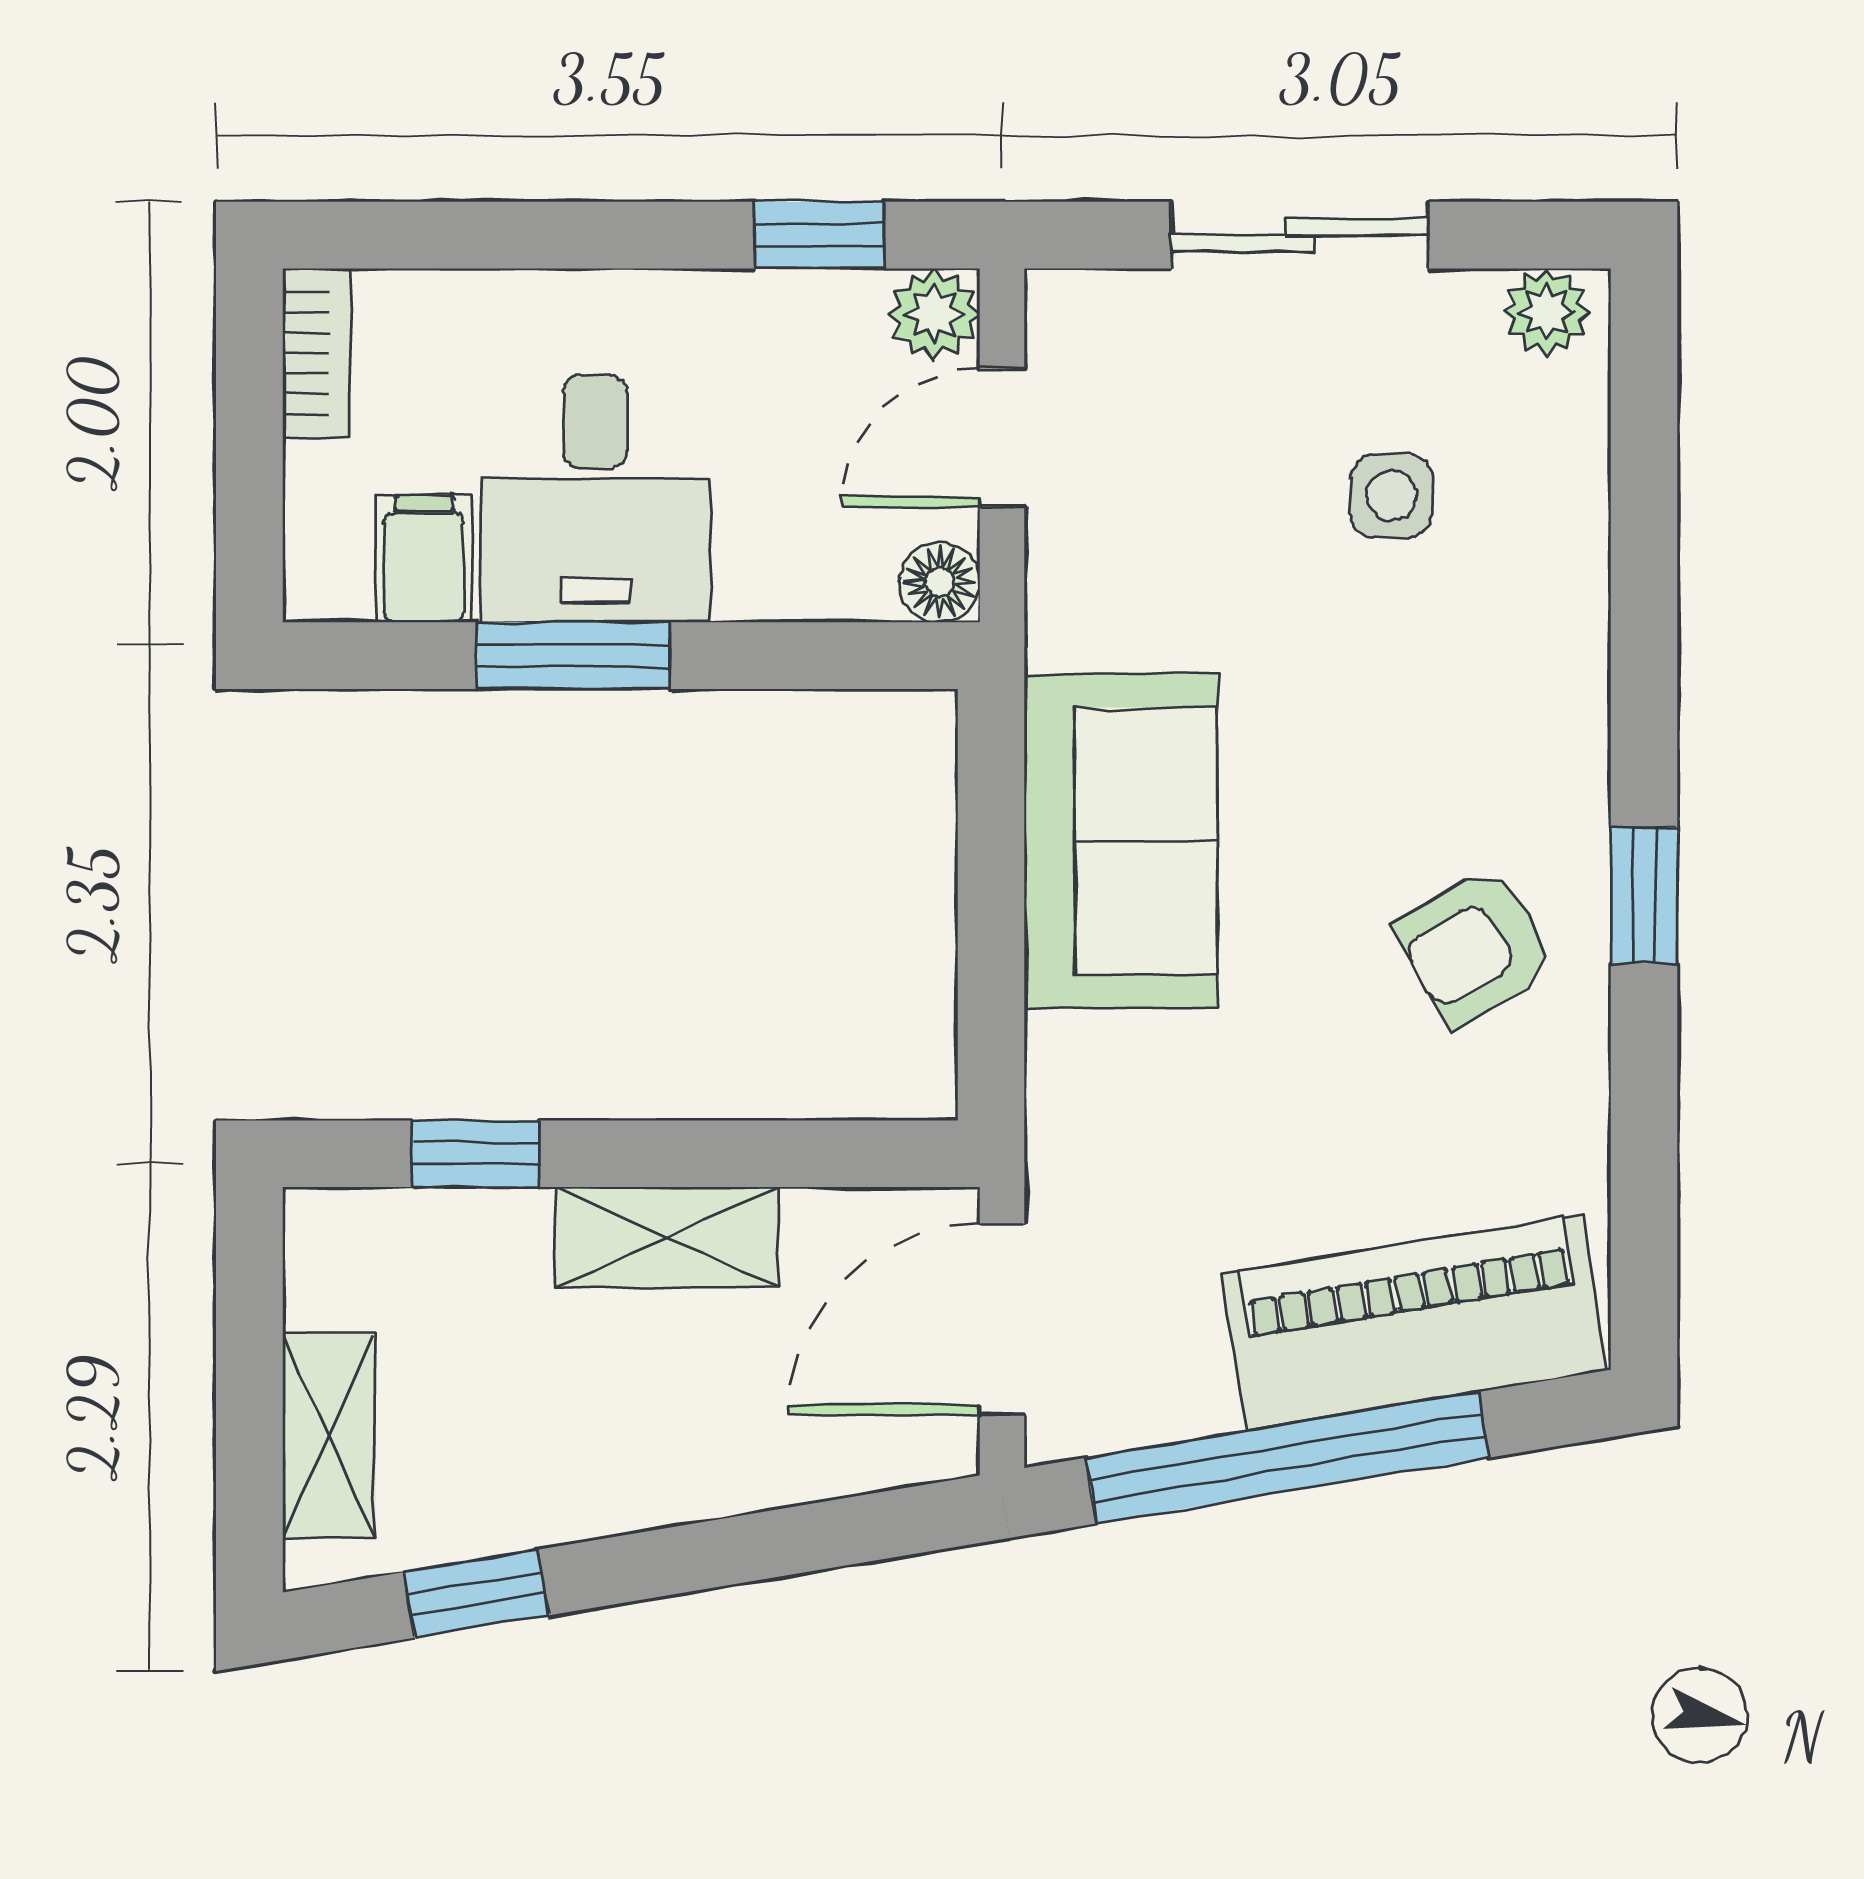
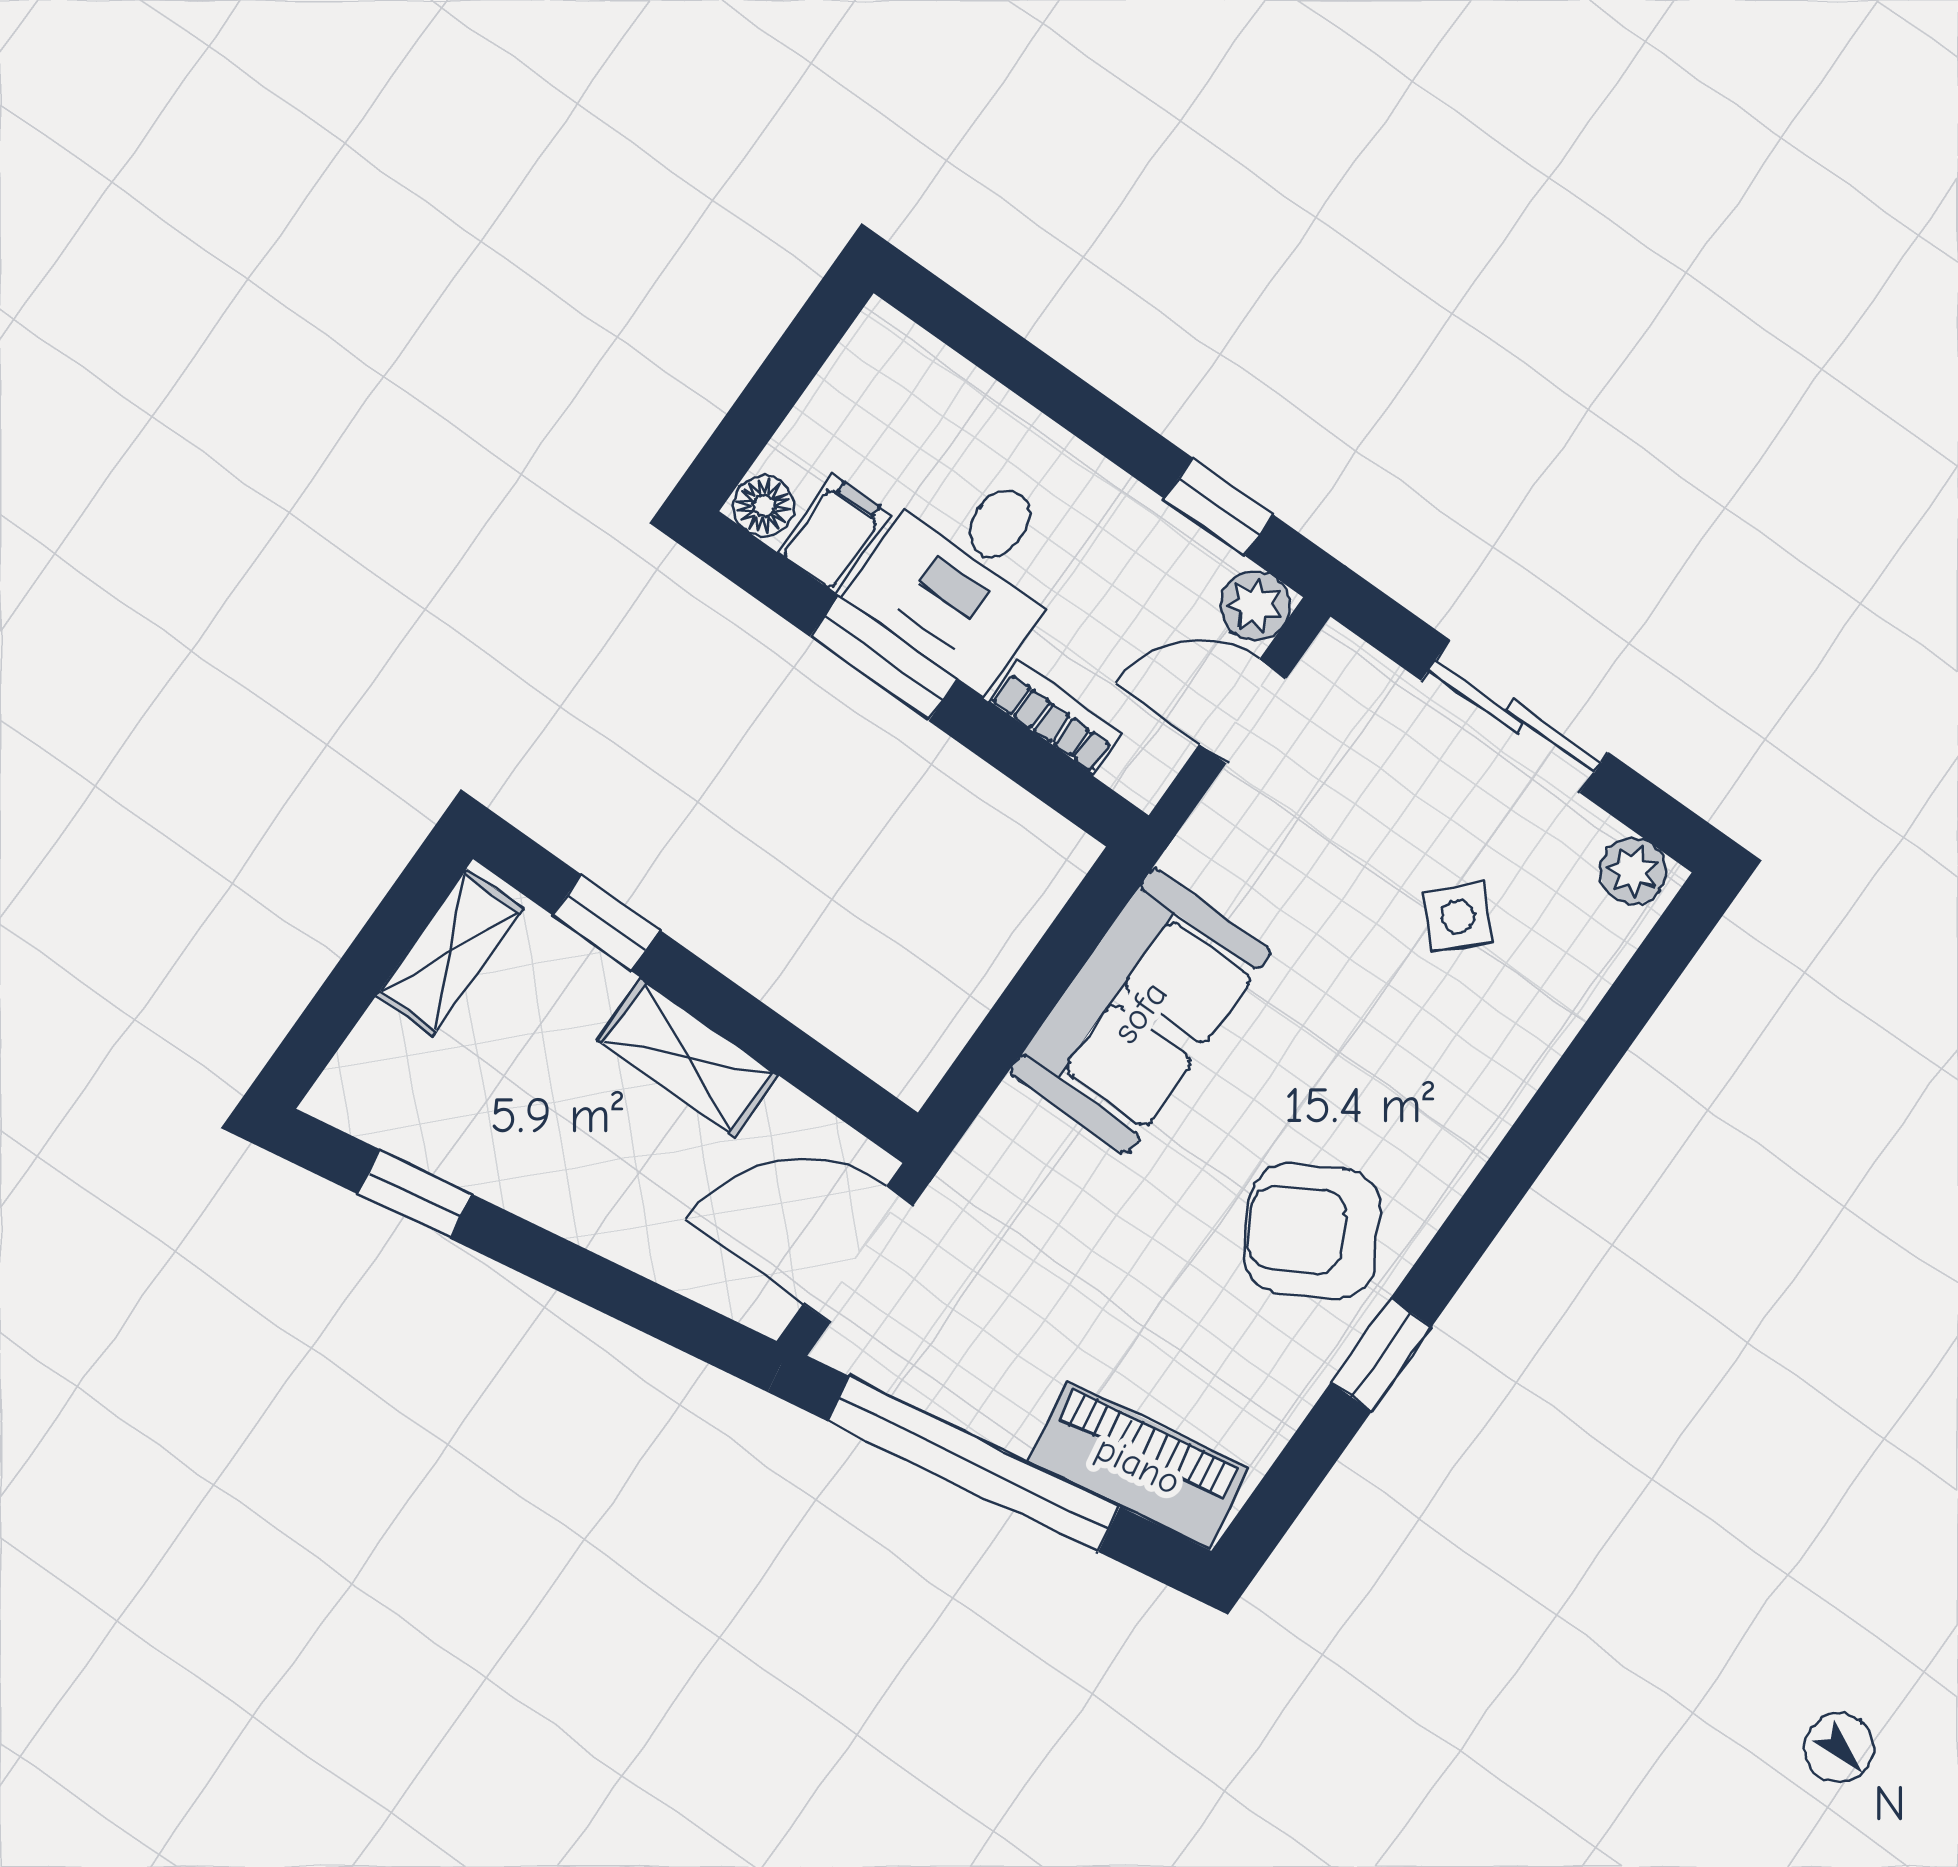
bookcase: (317, 353) -> (1055, 718), moved, turned -90
side table: (1392, 496) -> (1458, 917), turned 45
floor lamp: (940, 582) -> (764, 506), moved
window: (1644, 895) -> (1381, 1355), moved
armchair: (1475, 947) -> (1312, 1231), width x1.38, depth x1.38
piano: (1414, 1322) -> (1138, 1465), width x0.73, depth x0.75
shelving: (329, 1436) -> (450, 952), moved

